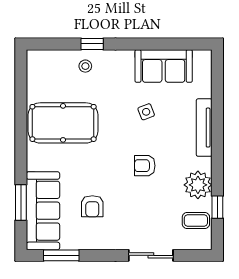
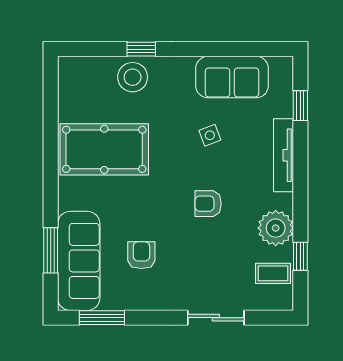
stool: (85, 66) -> (133, 77), width x1.89, depth x1.89
window: (217, 89) -> (300, 106), added
armchair: (92, 206) -> (141, 255), turned 180

